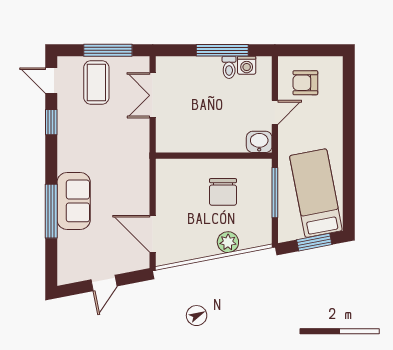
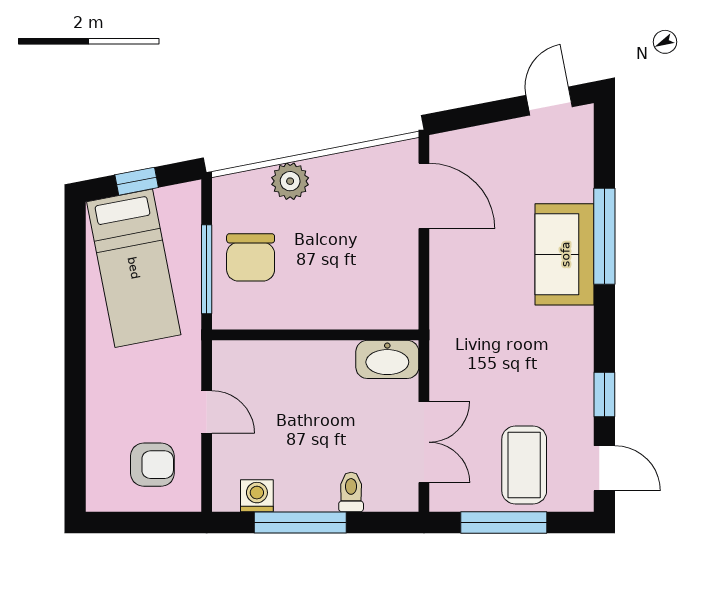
toilet: (229, 67) -> (351, 492), moved
door: (275, 112) -> (207, 412), swing flipped
washbasin: (259, 142) -> (387, 359), moved, width x1.38
chair: (223, 192) -> (251, 257), moved, turned 180
window: (314, 242) -> (137, 181), width x0.67
door: (104, 283) -> (549, 101), moved

